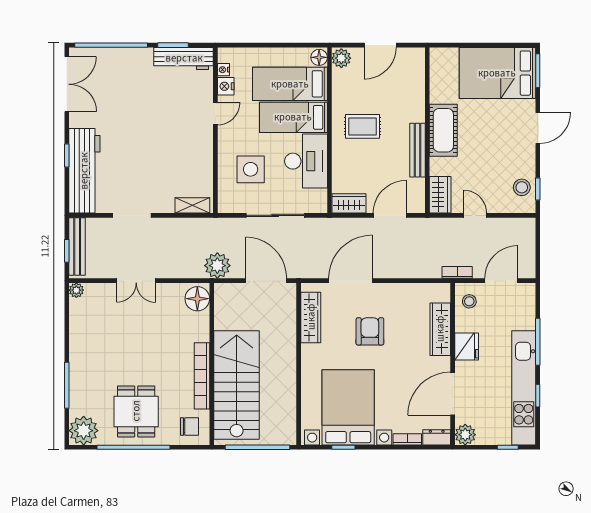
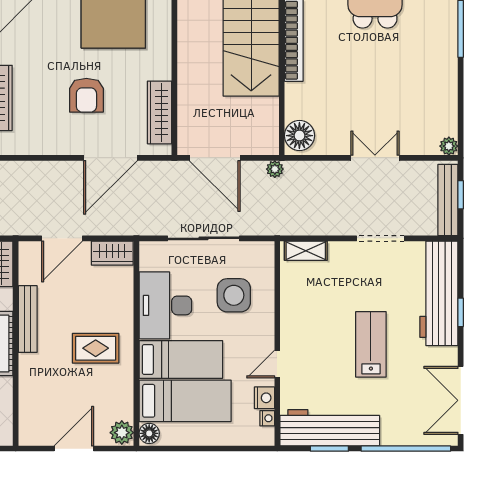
workbench: (184, 58) -> (330, 428), width x1.36, depth x1.32
lab bench: (139, 130) -> (371, 344), added
plant: (217, 266) -> (275, 169), width x0.53, depth x0.53

